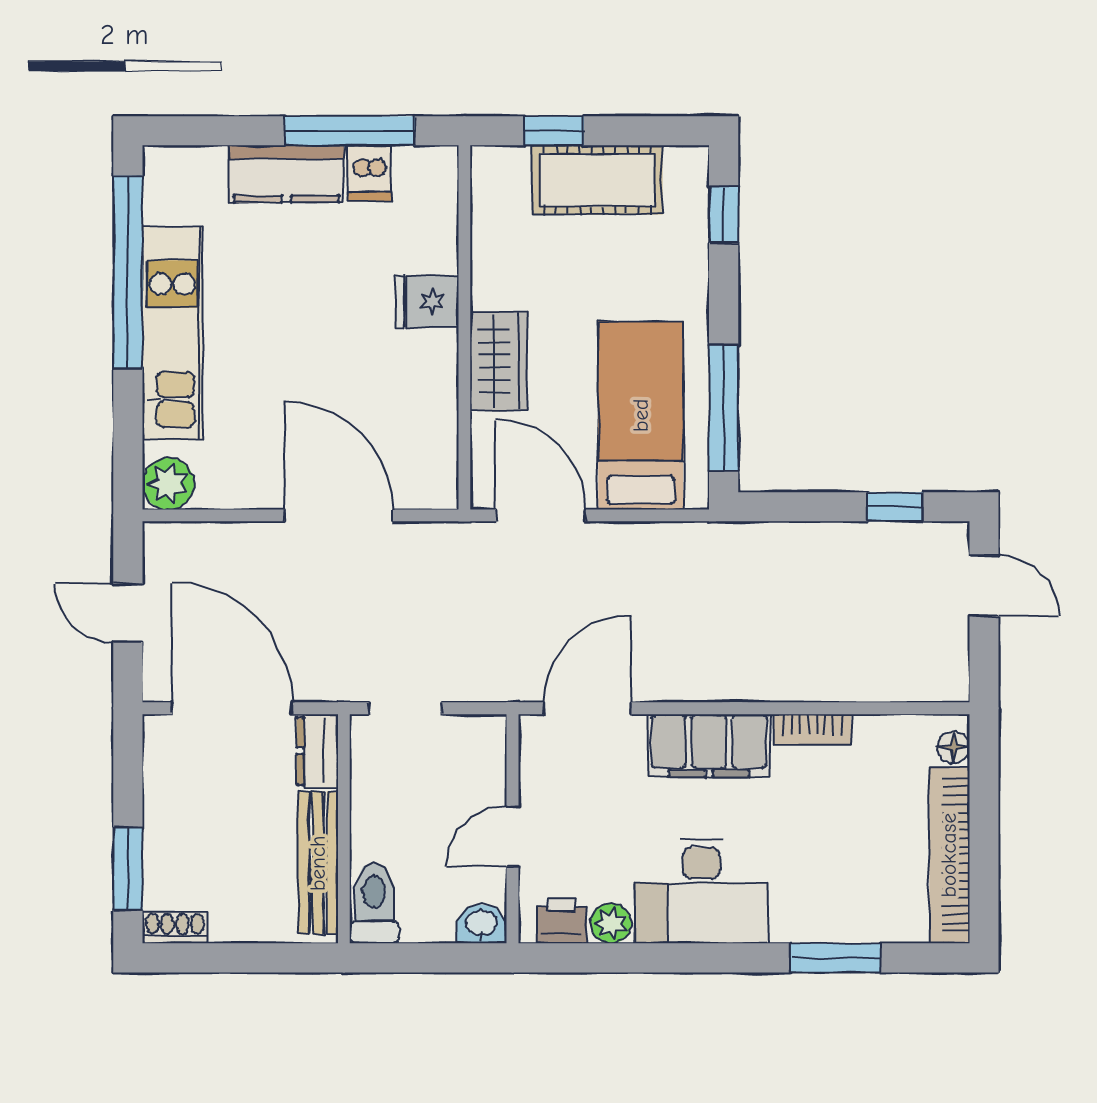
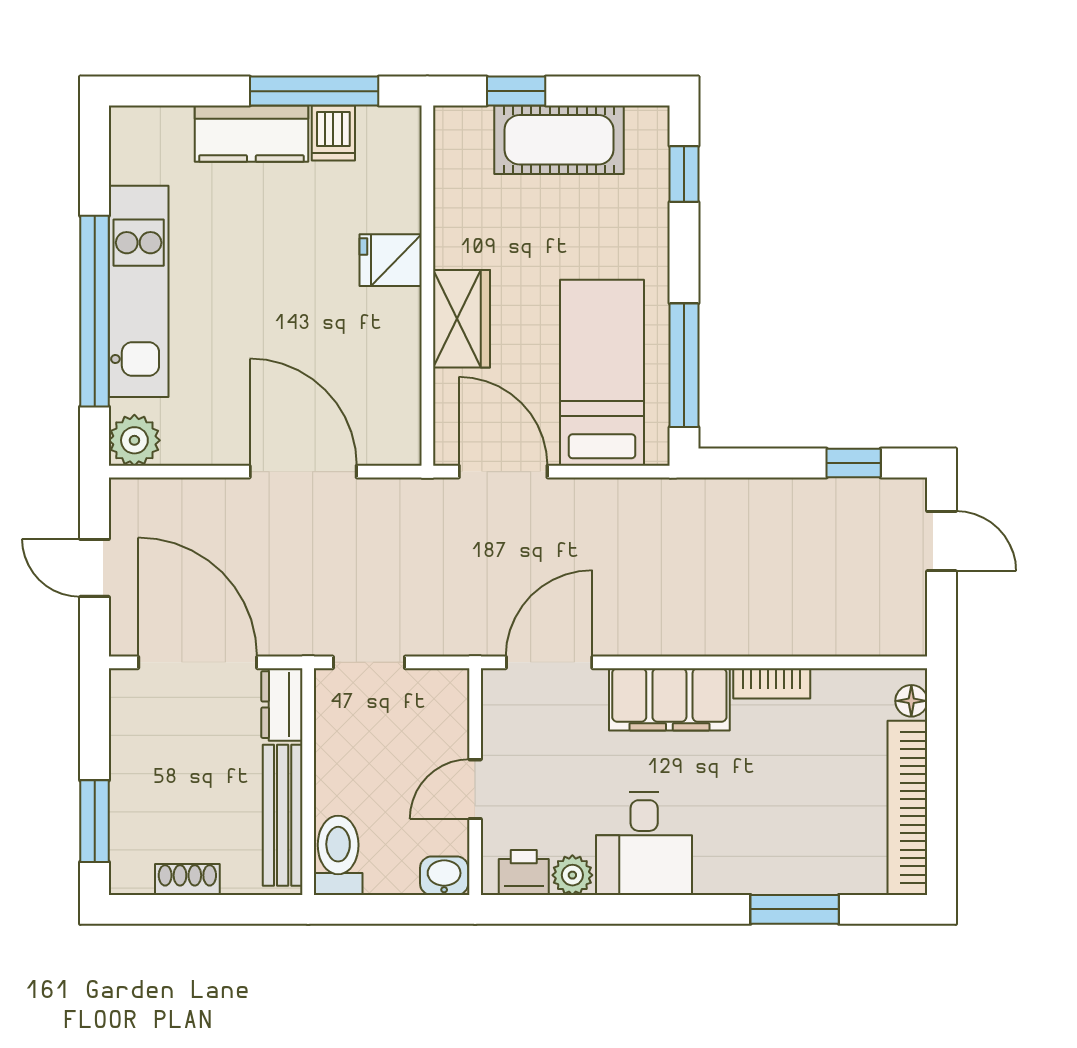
window: (128, 272) -> (95, 311), moved
desk: (701, 891) -> (644, 843), width x0.73
shoe rack: (175, 928) -> (187, 879), moved

